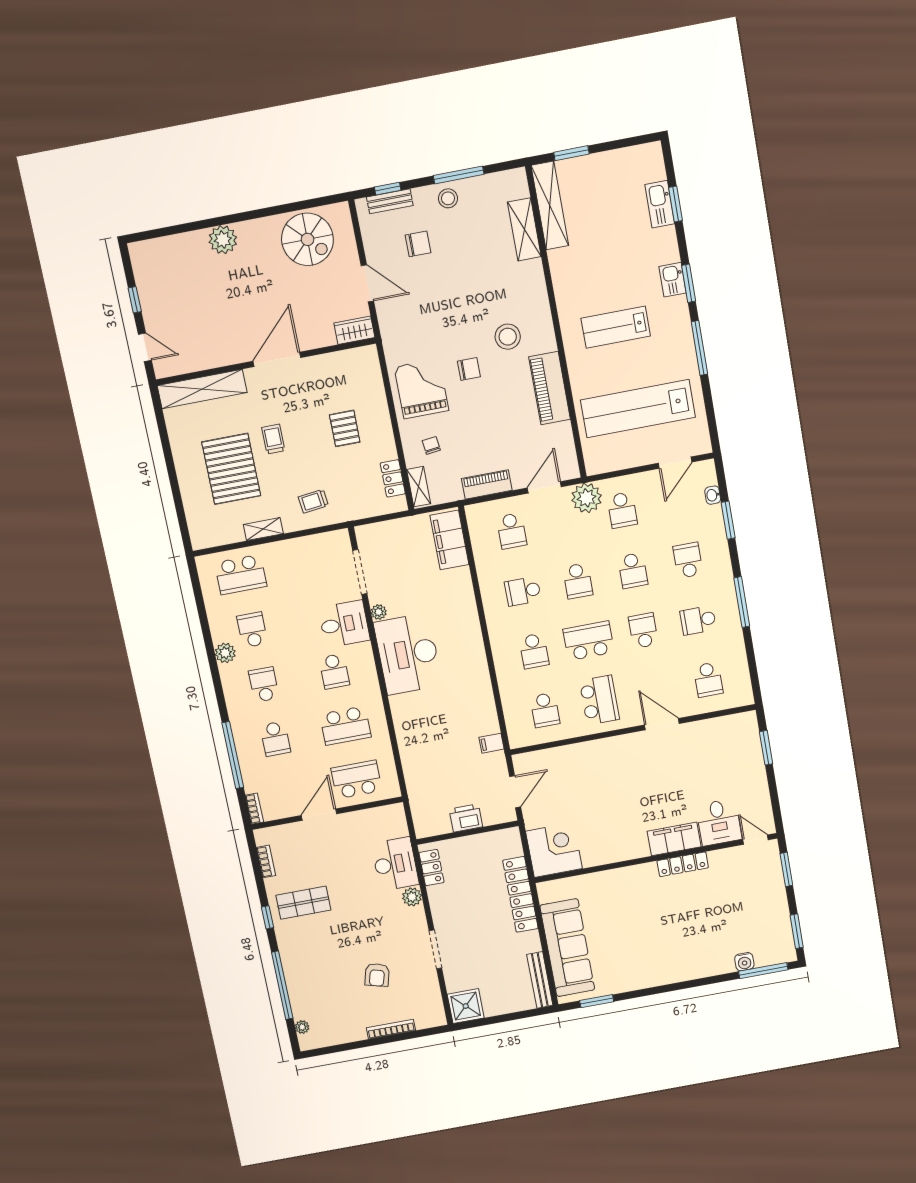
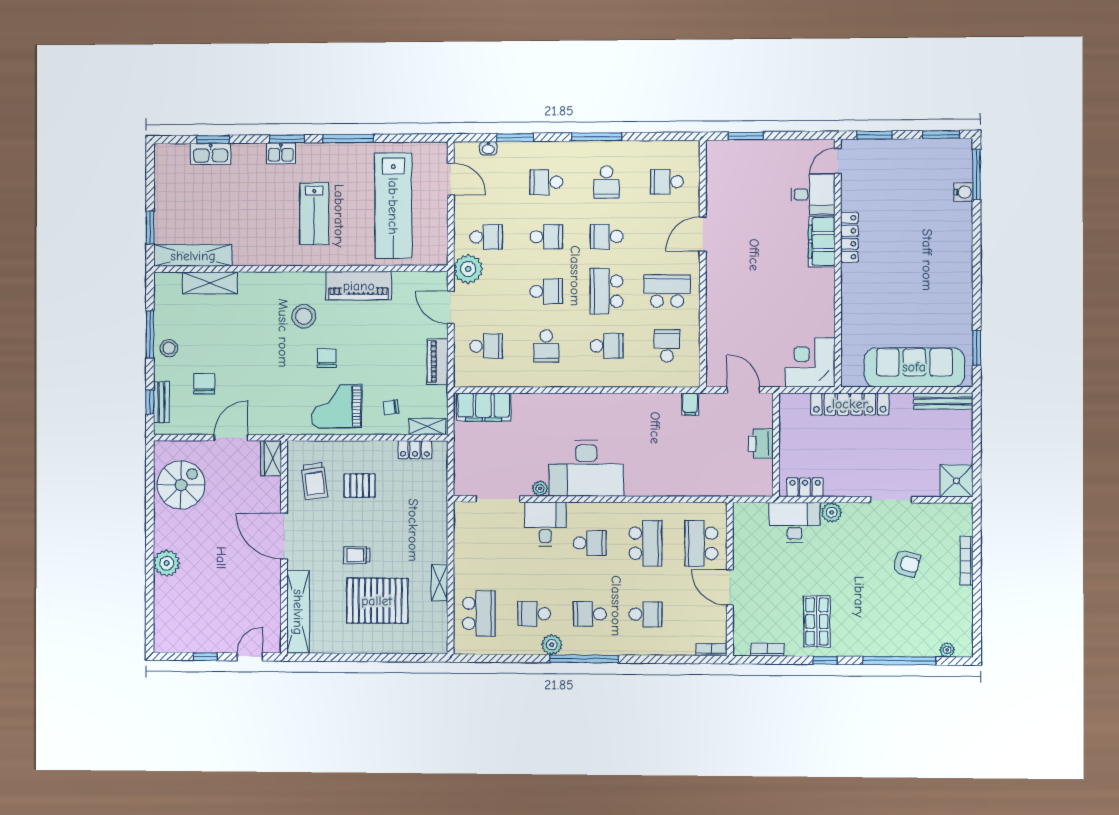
trolley: (313, 501) -> (314, 481), moved, width x1.36, depth x1.39
school desk: (708, 680) -> (667, 182), turned 180
school desk: (545, 710) -> (667, 346), turned -90
window: (233, 755) -> (584, 659), moved

